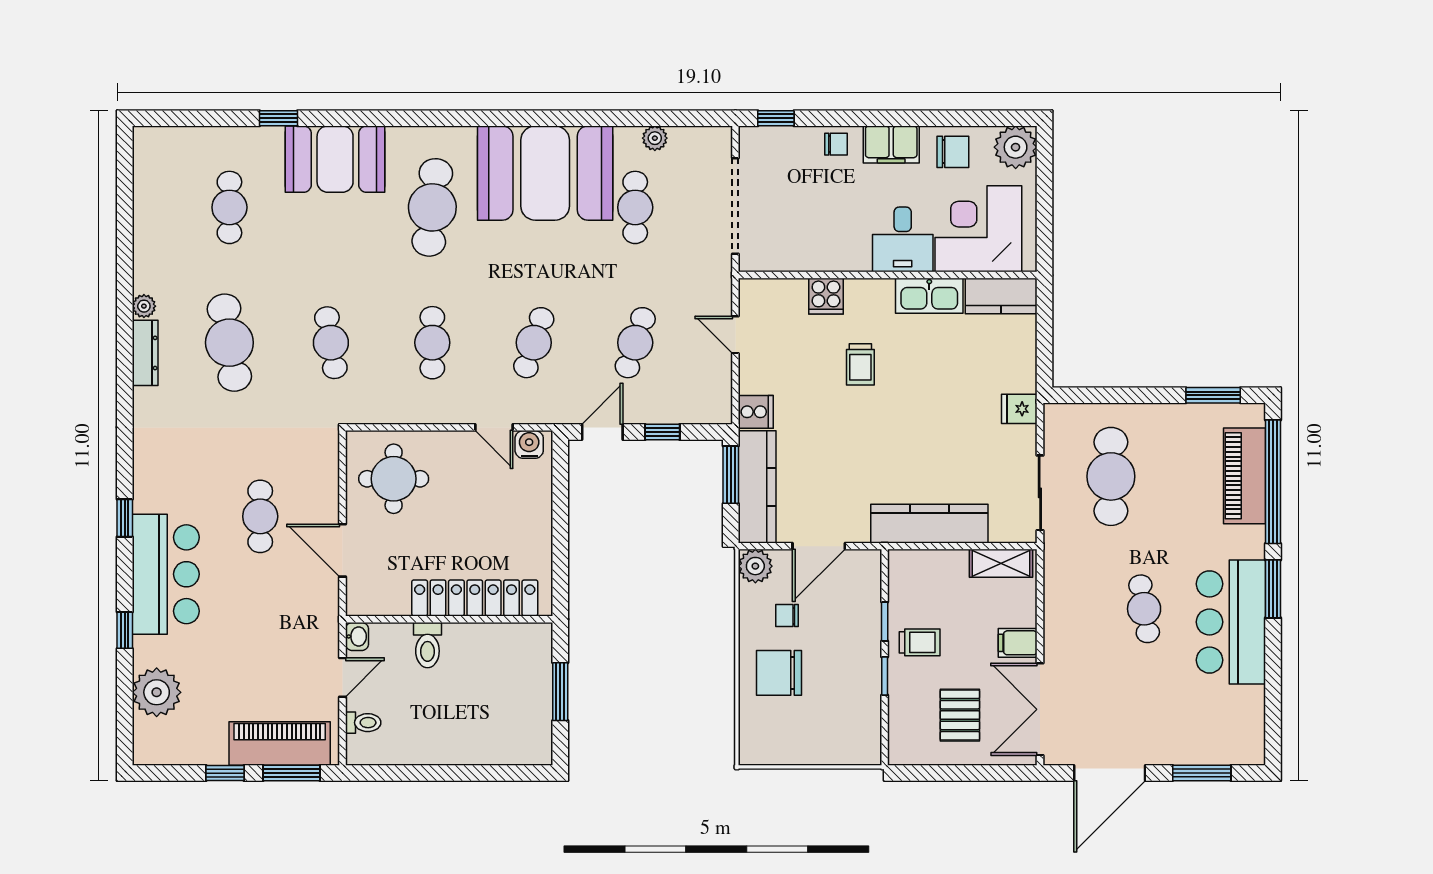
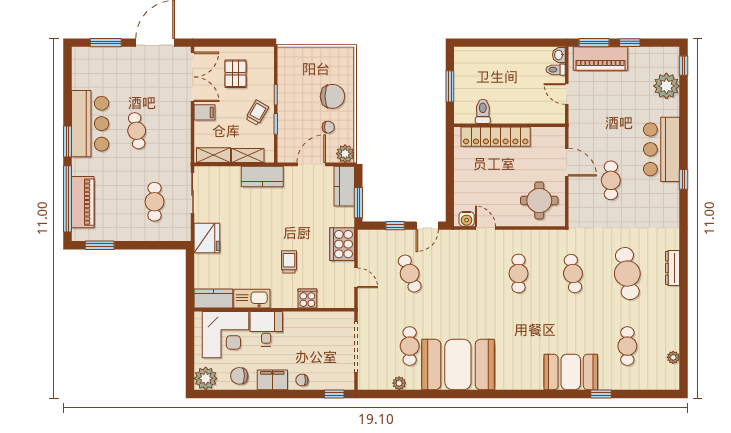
cafe table: (432, 207) -> (518, 346), removed
plant: (144, 306) -> (673, 357), moved
cafe table: (534, 343) -> (464, 274), removed
cafe table: (635, 343) -> (410, 274), turned -39
fridge: (1019, 409) -> (207, 238), width x1.88, depth x1.34
cooker: (756, 412) -> (342, 244), width x1.87, depth x1.31
cafe table: (1111, 476) -> (154, 202), width x0.73, depth x0.74
kitchen counter: (757, 487) -> (344, 186), width x0.67
kitchen counter: (929, 524) -> (262, 176), width x0.67
shelving: (937, 563) -> (248, 155), added
window: (125, 630) -> (684, 66), moved
washbasin: (357, 636) -> (559, 55), moved
trolley: (920, 642) -> (257, 113), turned 120
toilet: (427, 645) -> (483, 111), moved
door: (342, 677) -> (567, 94), hinge flipped

